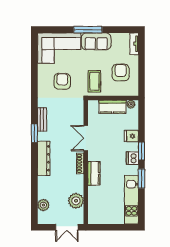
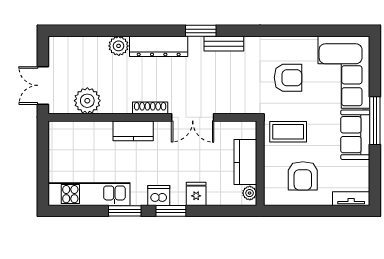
armchair: (121, 73) -> (303, 176), turned 90
double door: (86, 138) -> (193, 117), swing flipped
plant: (43, 205) -> (119, 46), moved

